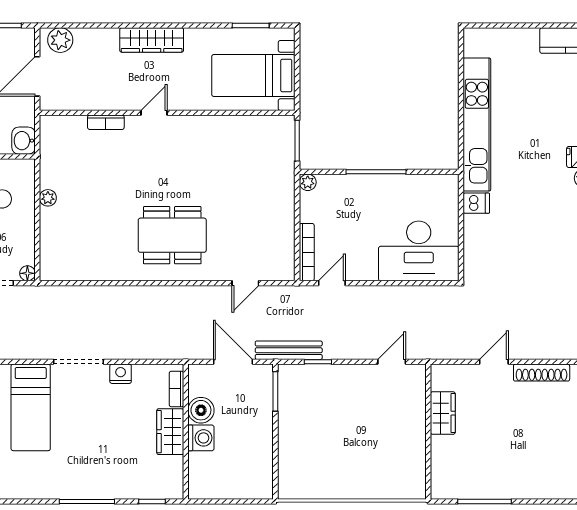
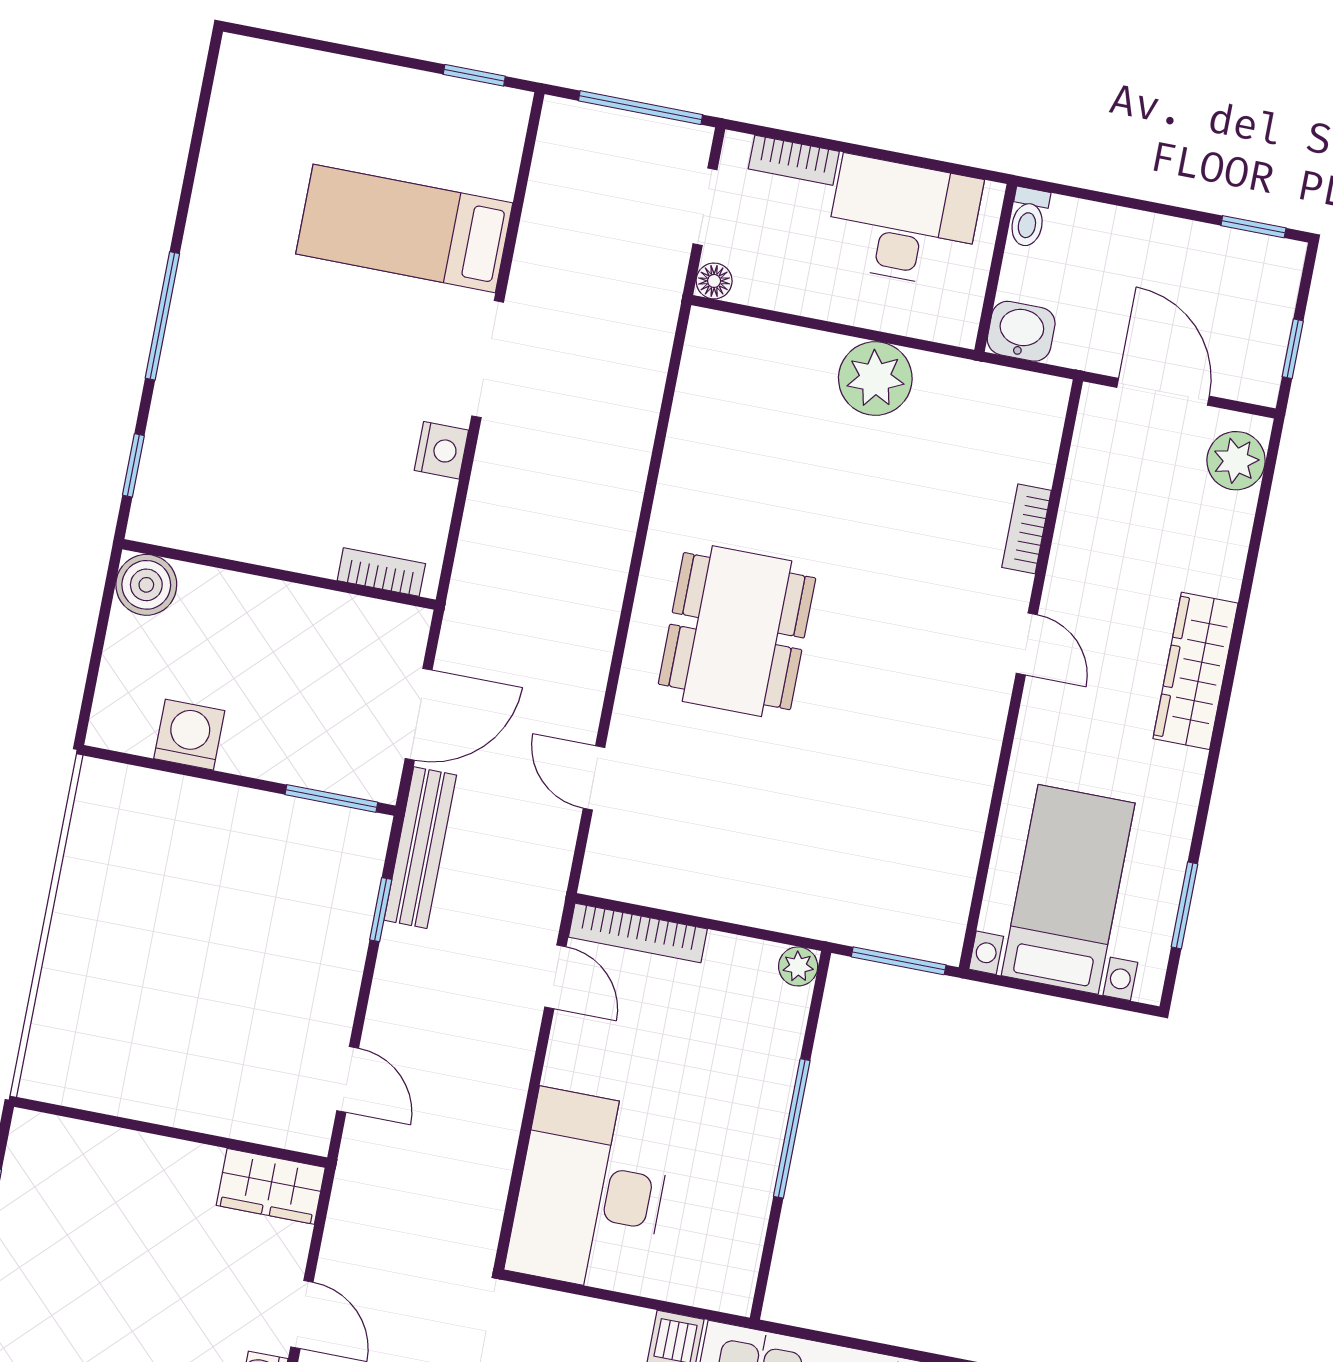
plant: (48, 198) -> (875, 379), width x1.87, depth x1.87
boiler: (201, 410) -> (146, 585), moved
wardrobe: (443, 413) -> (271, 1186), moved
wardrobe: (170, 432) -> (286, 539), removed
washing machine: (201, 438) -> (189, 735), moved, turned 180

